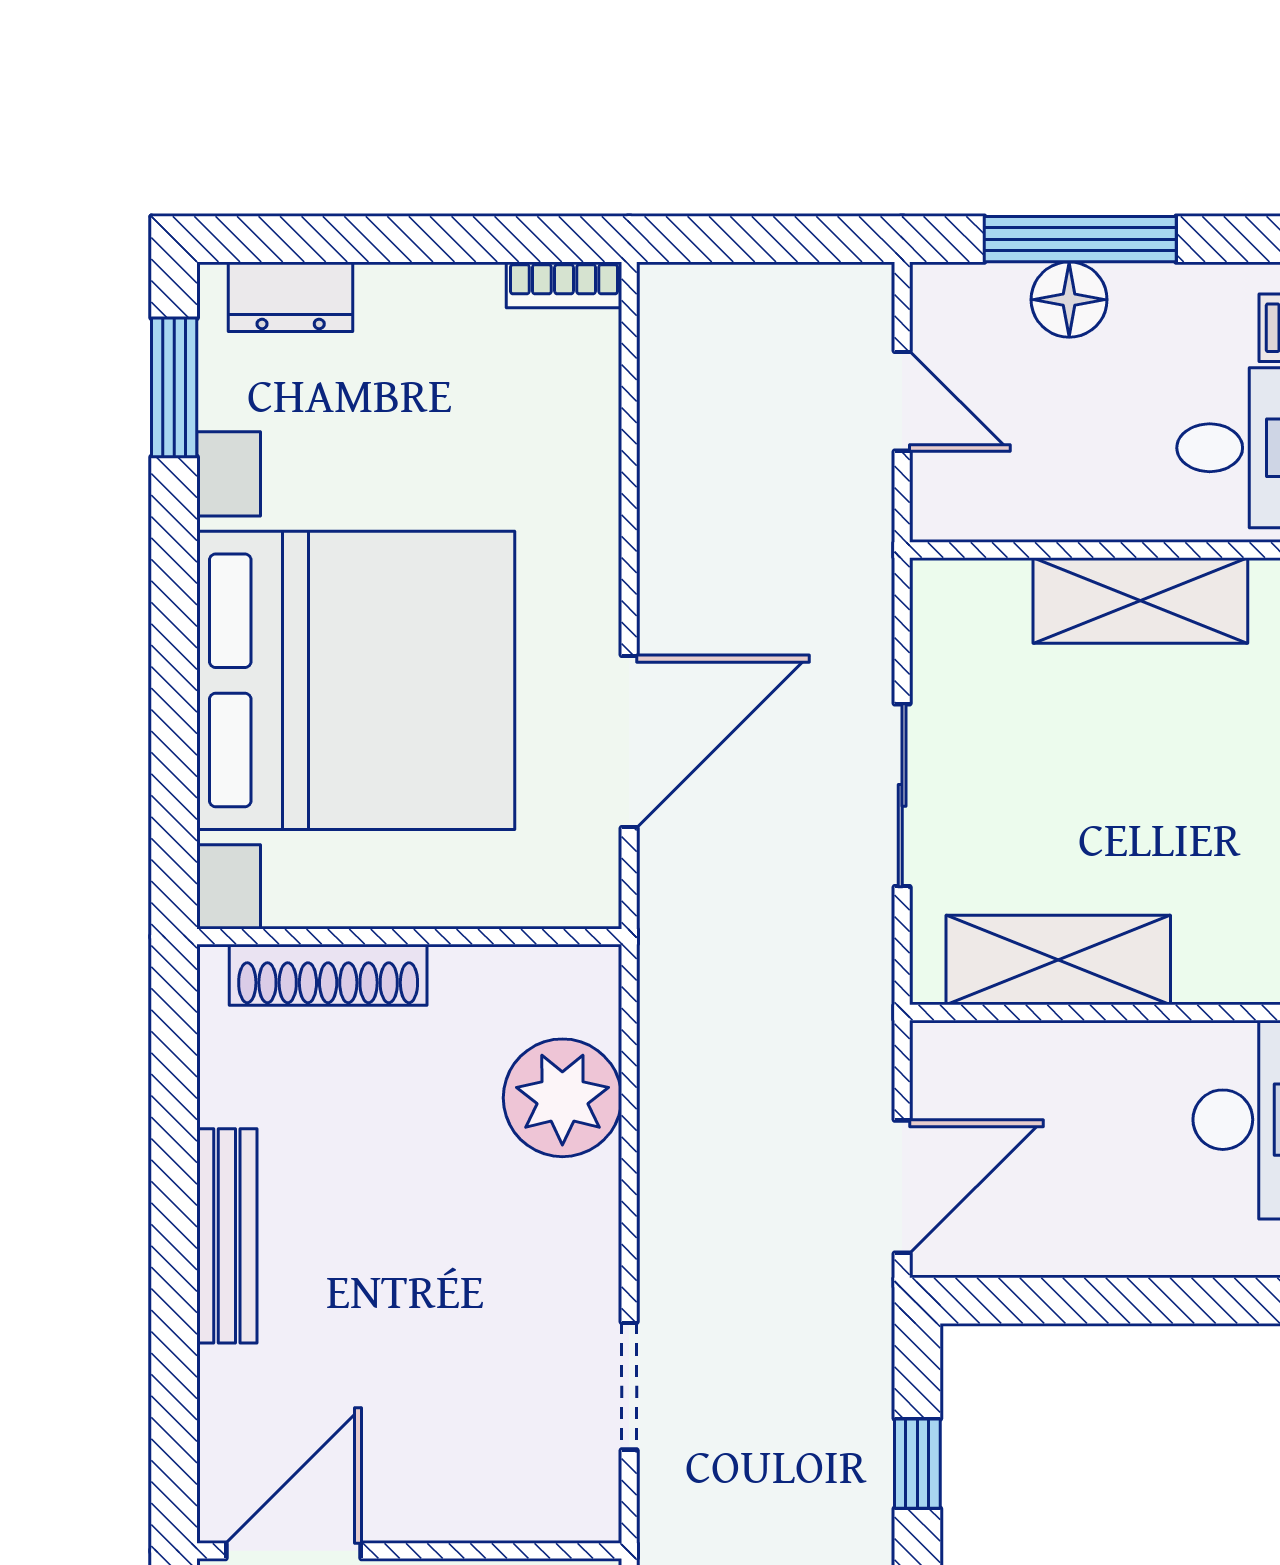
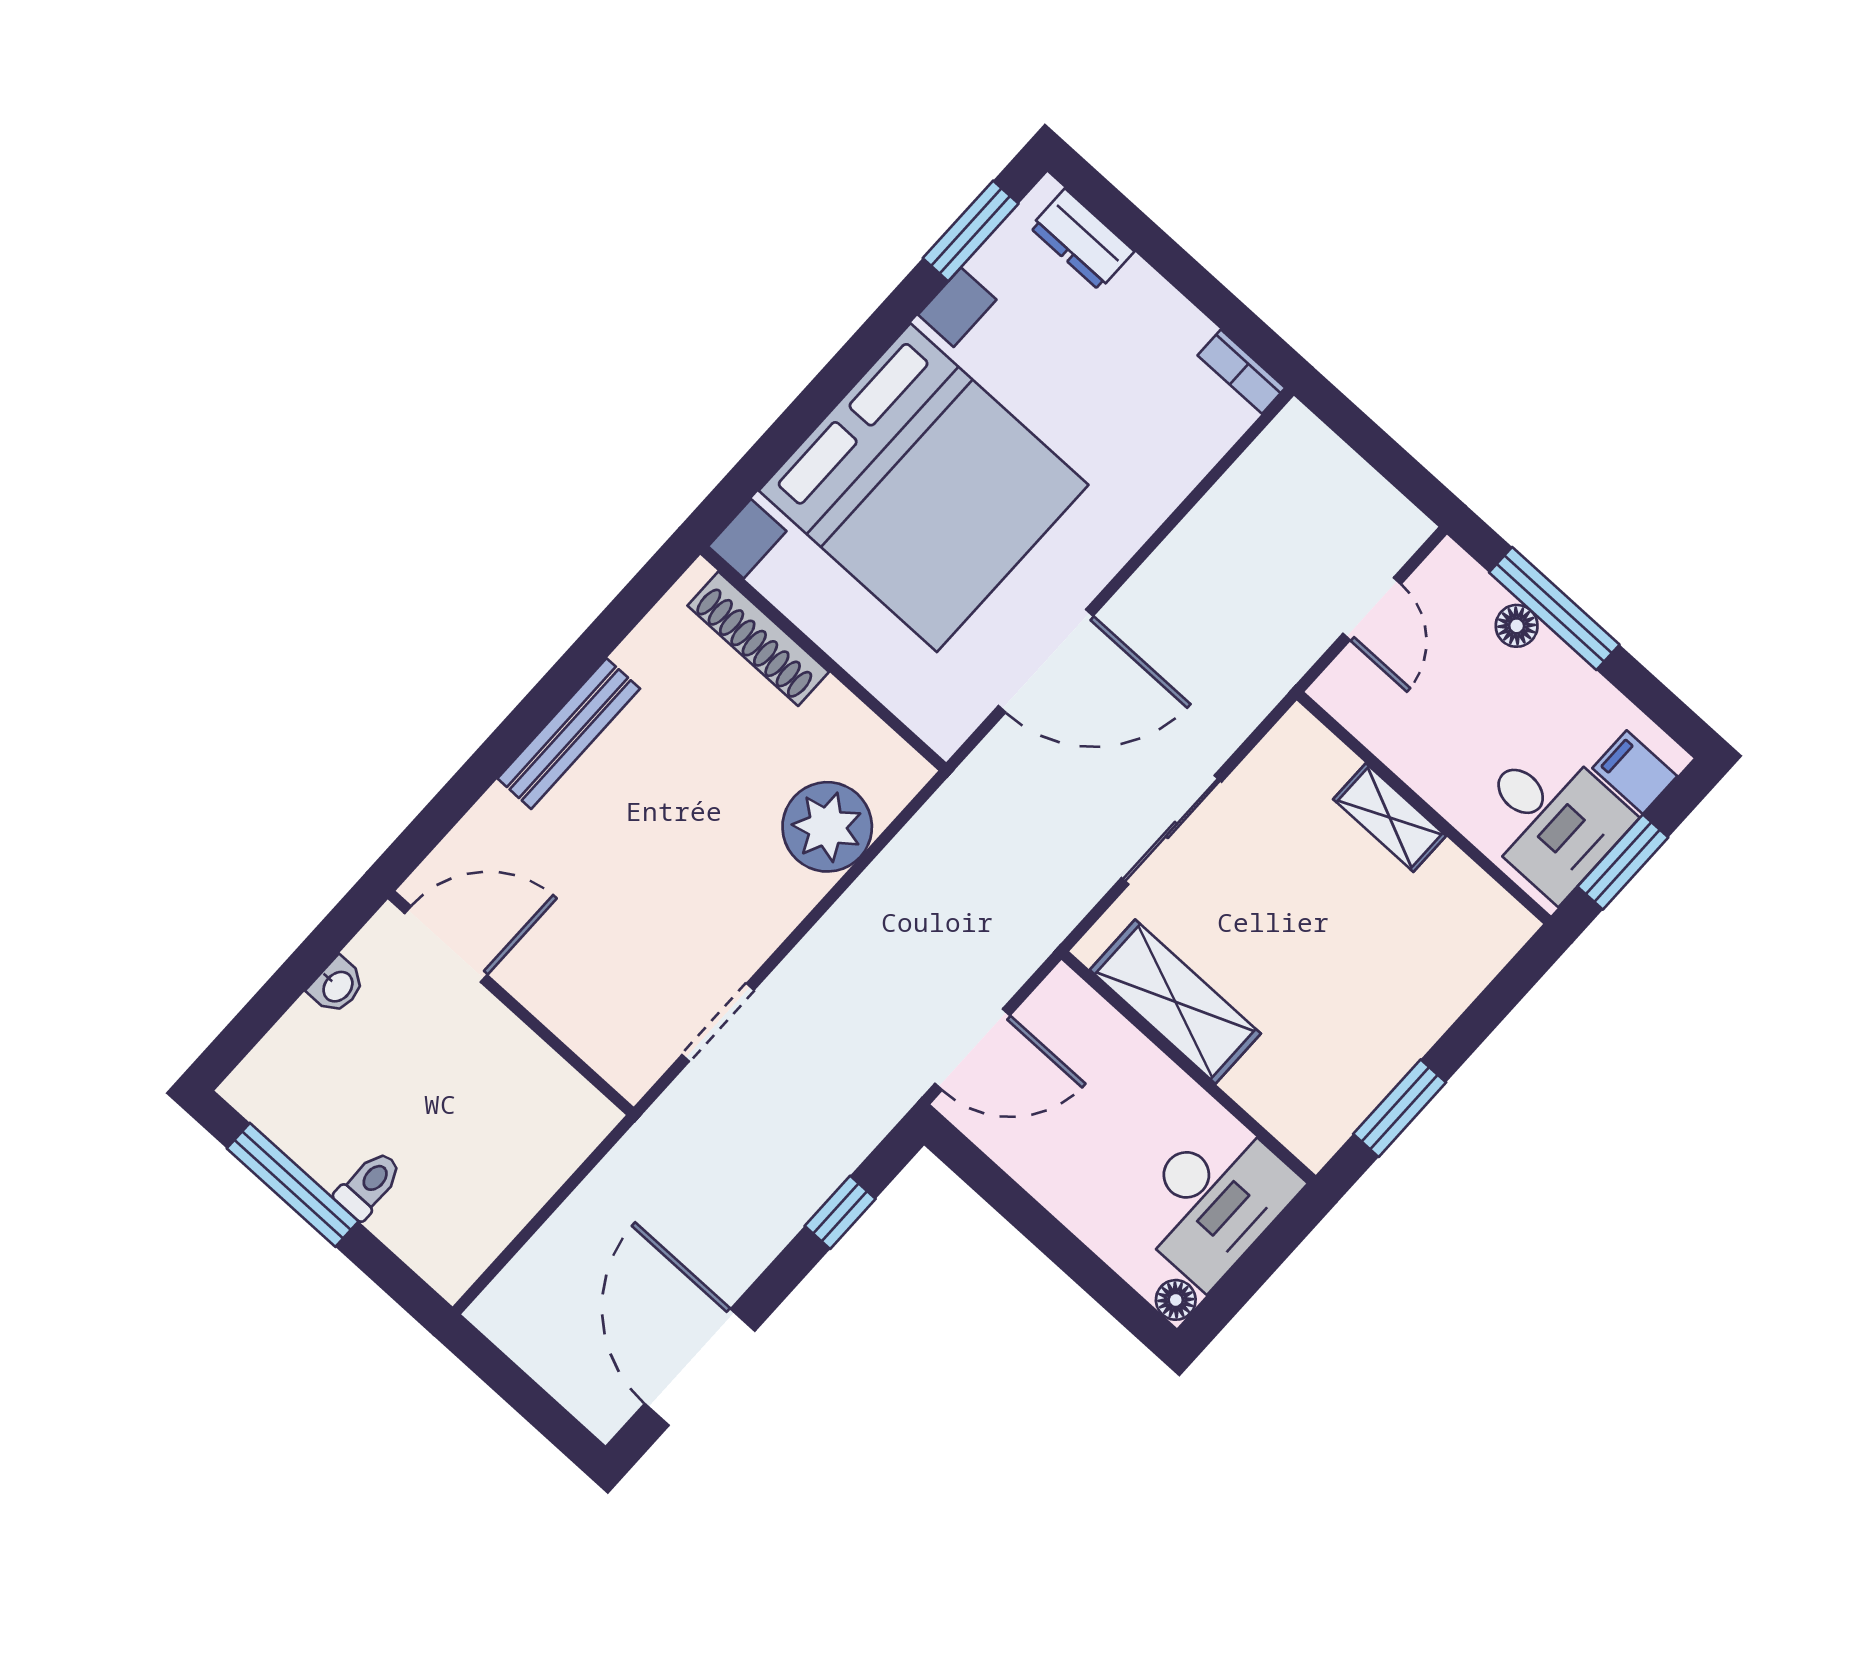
floor lamp: (1069, 300) -> (1517, 626), width x0.73, depth x0.73
shelving: (1140, 600) -> (1390, 818), width x0.67, depth x0.75

